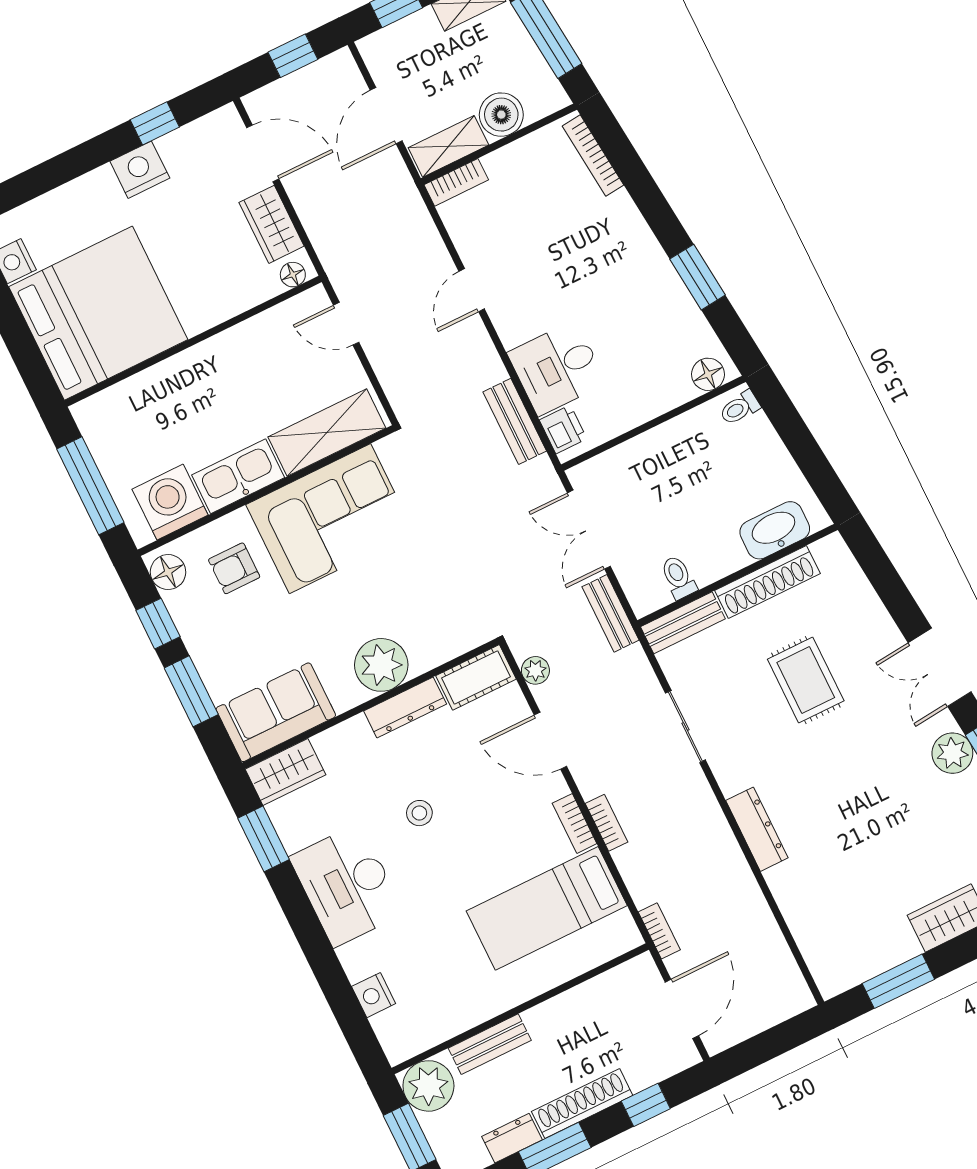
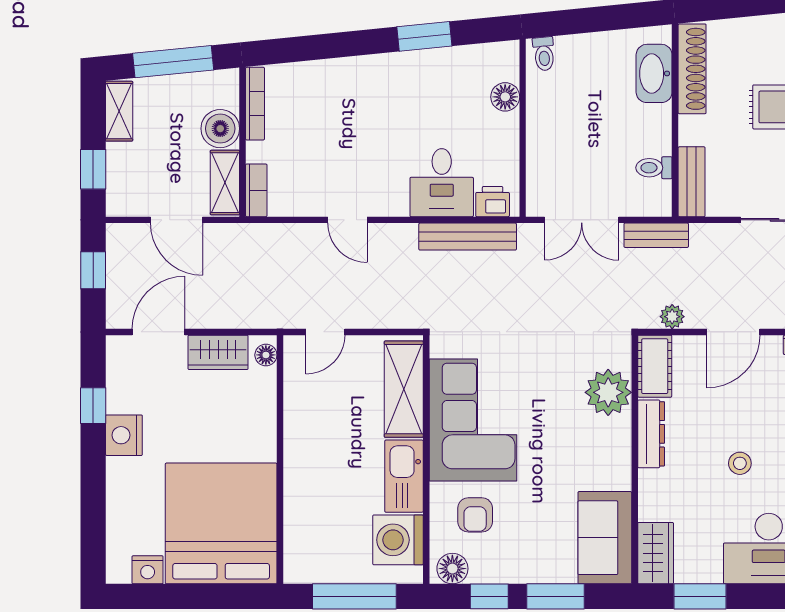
bookcase: (593, 155) -> (255, 104), moved, turned -84
floor lamp: (708, 374) -> (505, 97), moved
bench: (515, 421) -> (468, 237), width x1.36
shoe rack: (767, 582) -> (692, 69), moved
plant: (381, 665) -> (608, 392), moved

